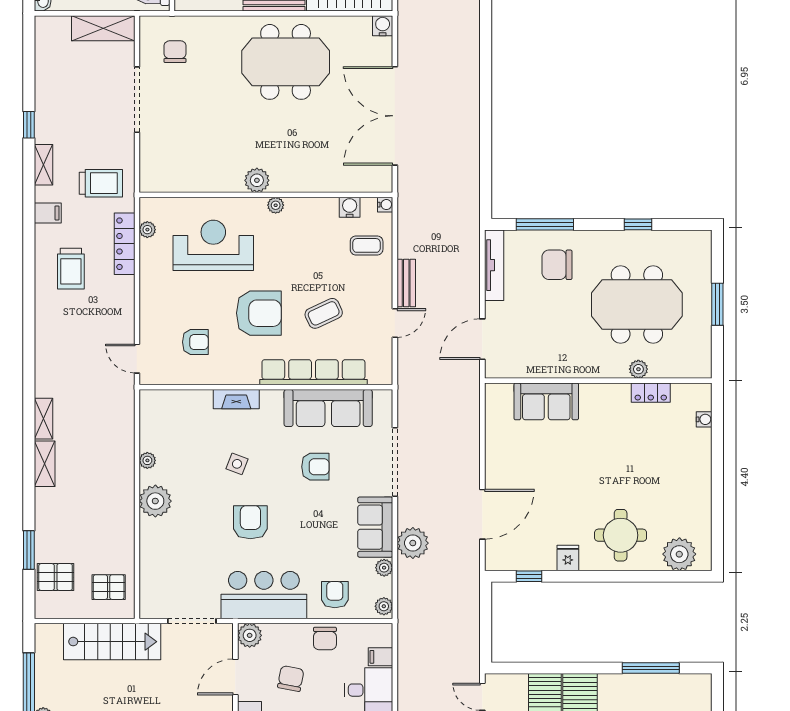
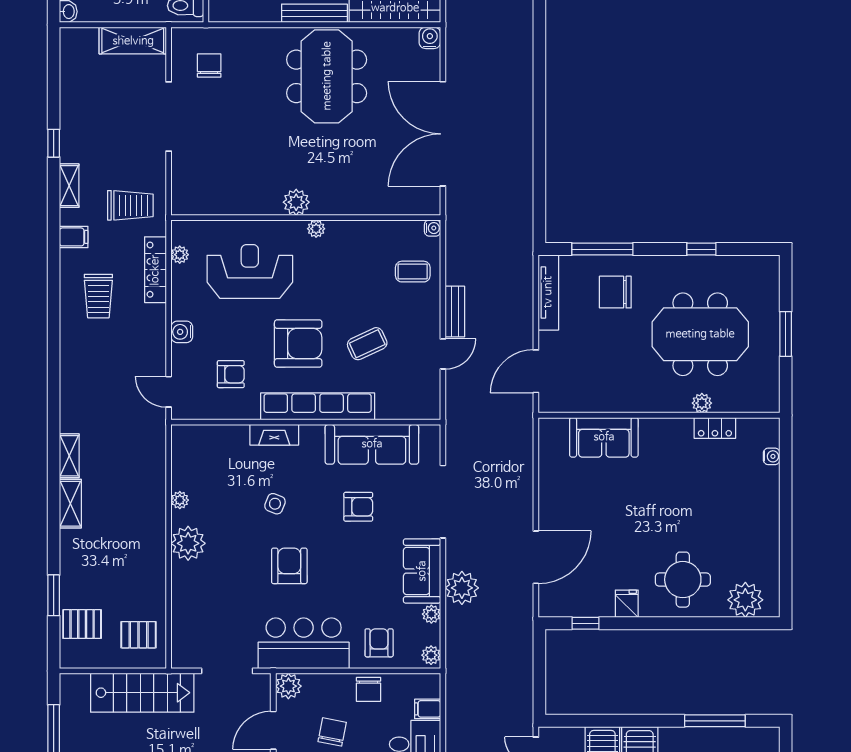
meeting table: (286, 62) -> (327, 76), turned 90
water cooler: (350, 207) -> (182, 332), moved, turned -90
row of seats: (313, 372) -> (318, 406), moved

